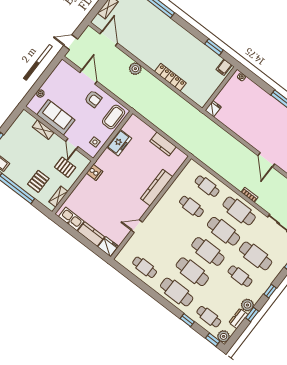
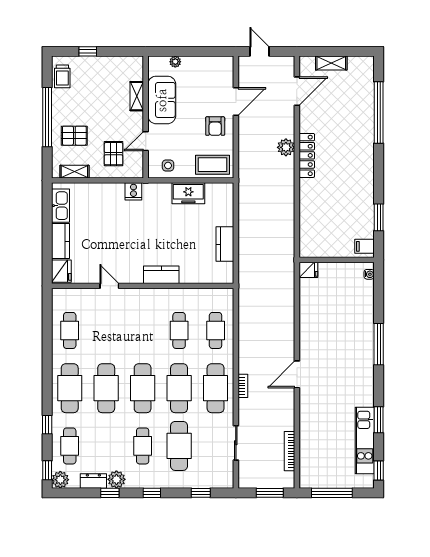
locker: (170, 77) -> (307, 155), moved
kitchen counter: (157, 188) -> (161, 275), width x0.67

